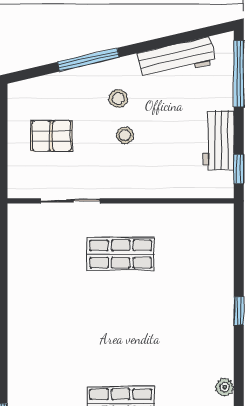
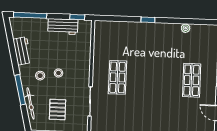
workbench: (176, 58) -> (22, 51), width x0.73
bicycle: (62, 81) -> (31, 103), added

